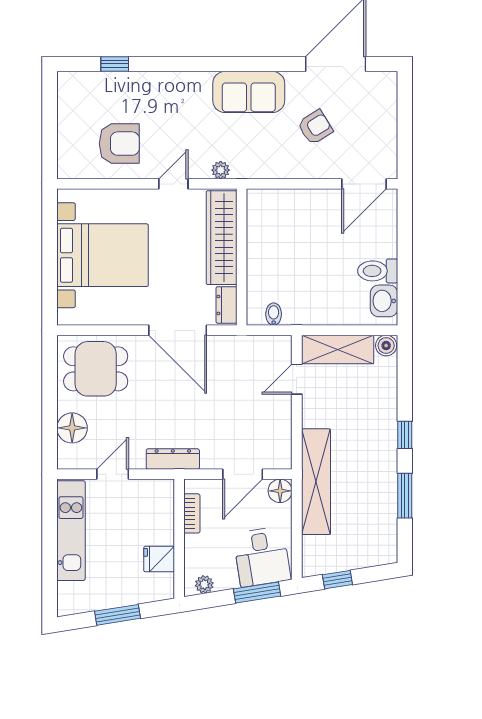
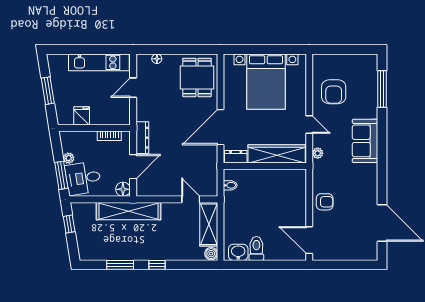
window: (115, 64) -> (382, 89), width x2.17
sofa: (249, 92) -> (365, 141), moved
armchair: (315, 127) -> (325, 202), moved, turned -58
floor lamp: (72, 428) -> (157, 59), width x0.53, depth x0.53
dresser: (173, 459) -> (142, 138), moved
door: (113, 474) -> (133, 88), swing flipped
door: (243, 474) -> (133, 167), swing flipped
plant: (204, 584) -> (69, 158), moved

